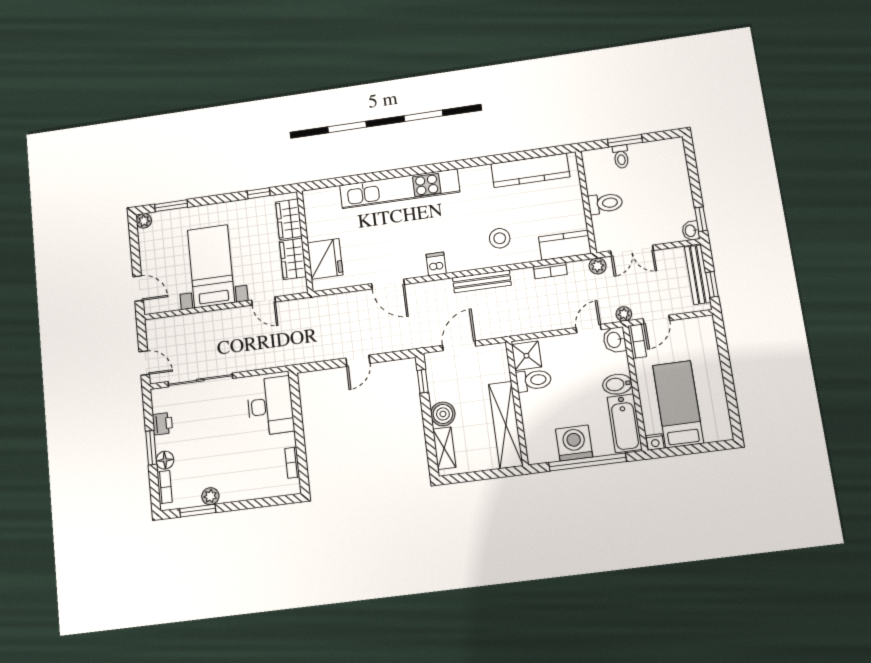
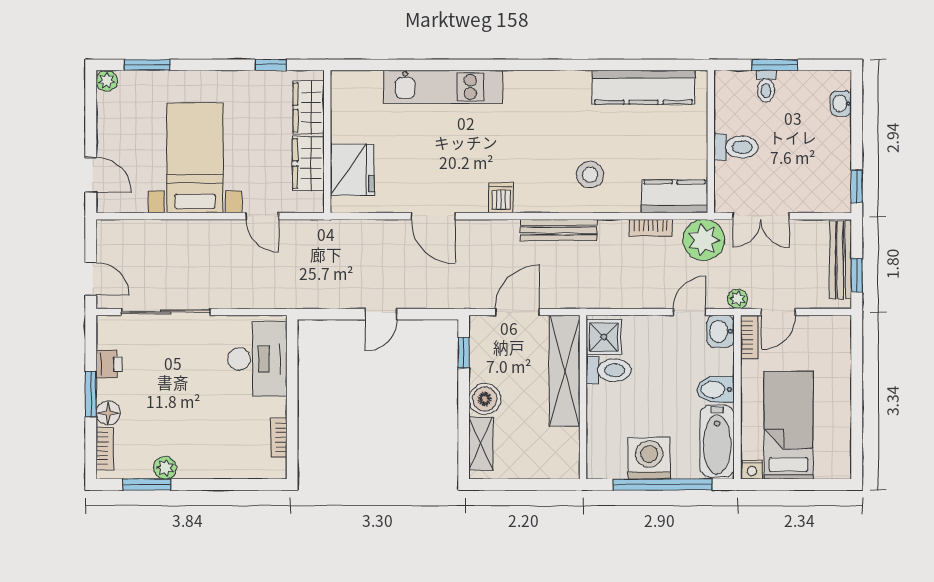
kitchen unit: (400, 189) -> (443, 87), width x0.73
washbasin: (691, 231) -> (841, 103), moved
plant: (598, 266) -> (704, 240), width x1.87, depth x1.87
shelving: (506, 425) -> (565, 371), moved

